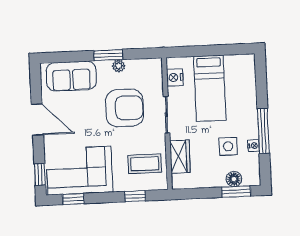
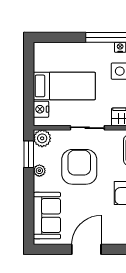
window: (108, 55) -> (29, 154), moved
plant: (153, 67) -> (42, 138), added
nightstand: (175, 77) -> (41, 109), moved, turned 90

